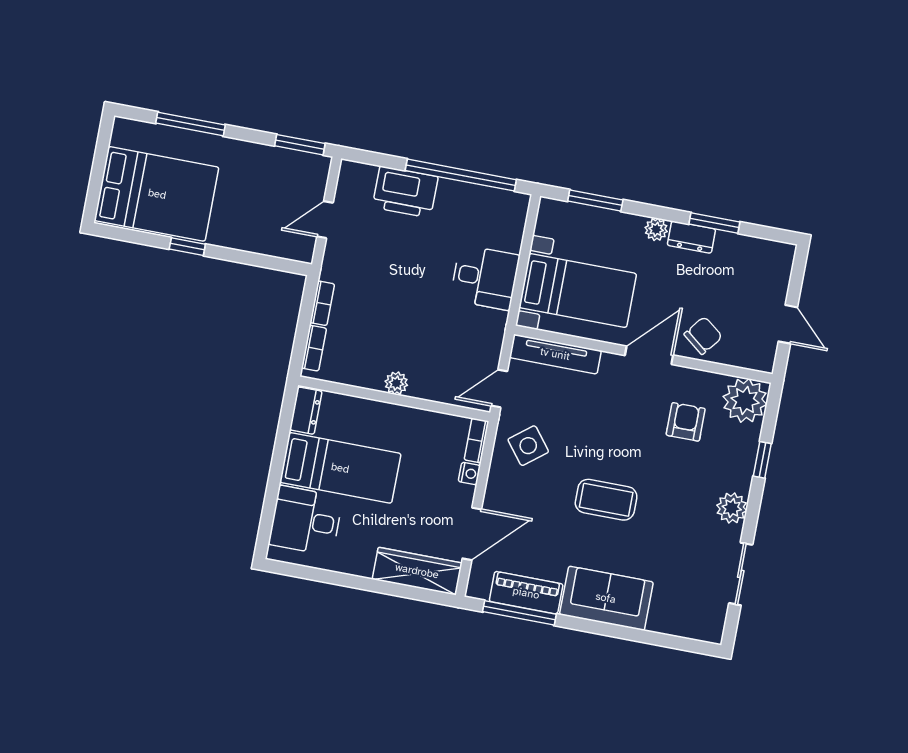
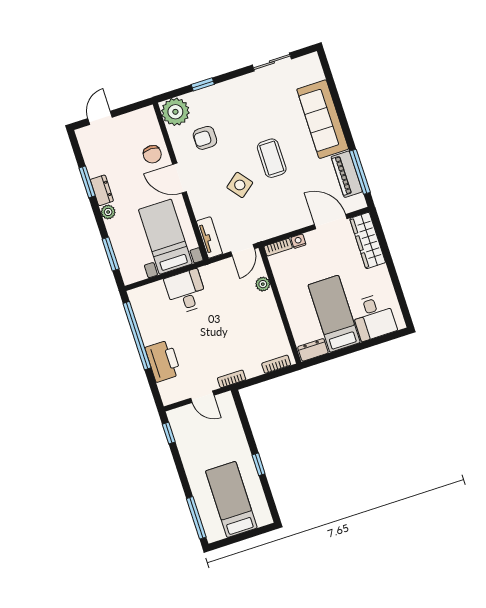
window: (190, 124) -> (196, 518), moved
window: (300, 145) -> (169, 433), width x0.67
bed: (157, 194) -> (231, 499), width x0.67
bookcase: (322, 303) -> (232, 379), moved
door: (788, 324) -> (100, 118), moved
chair: (703, 335) -> (152, 154), turned -128
tv unit: (555, 354) -> (209, 237), width x0.71
plant: (396, 383) -> (263, 284), moved
door: (499, 388) -> (243, 250), hinge flipped
side table: (528, 446) -> (240, 185), moved
plant: (732, 508) -> (238, 87), removed
sofa: (606, 598) -> (323, 119), width x1.36

